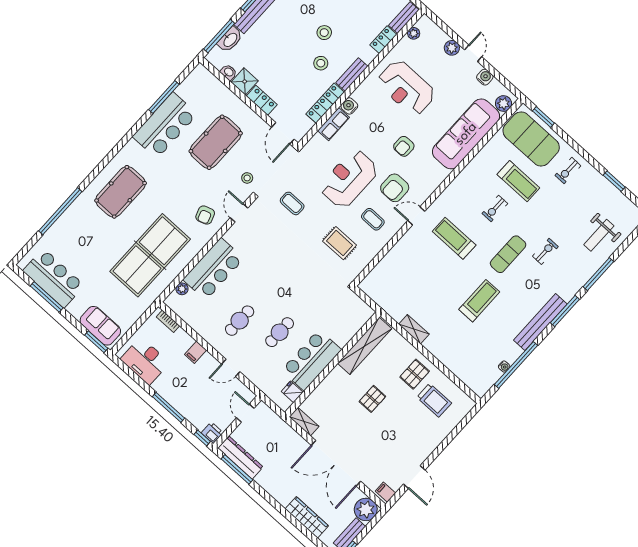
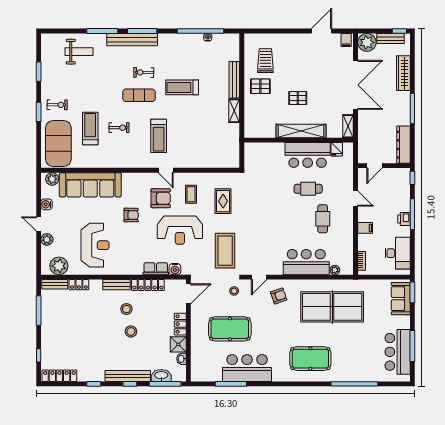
stool: (324, 33) -> (131, 331), moved
plant: (414, 33) -> (59, 266), width x1.88, depth x1.88
door: (473, 53) -> (39, 224), hinge flipped
water cooler: (349, 106) -> (175, 269), moved
window: (543, 117) -> (39, 112), moved
coffee table: (292, 203) -> (225, 251), width x1.86, depth x1.72
exercise bike: (545, 251) -> (144, 72), moved
cafe table: (240, 321) -> (323, 219), turned 90
bench: (540, 322) -> (132, 40), moved
shelving: (365, 346) -> (301, 131), moved
bench: (442, 355) -> (234, 80), added
printer: (212, 433) -> (404, 219), moved
window: (237, 469) -> (412, 108), moved

